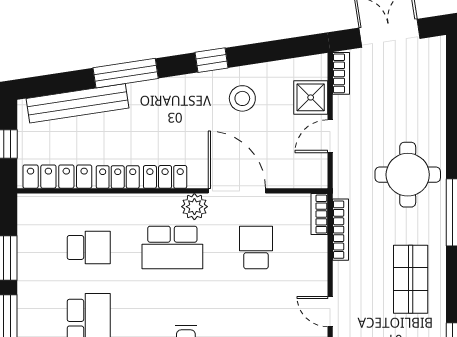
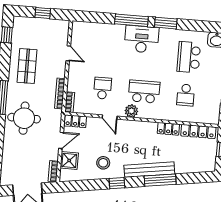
bench: (77, 103) -> (149, 170), moved
locker: (165, 177) -> (75, 121), moved
door: (237, 191) -> (110, 117), width x0.53
school desk: (89, 247) -> (186, 95), turned -90
school desk: (256, 247) -> (103, 88), turned 180

